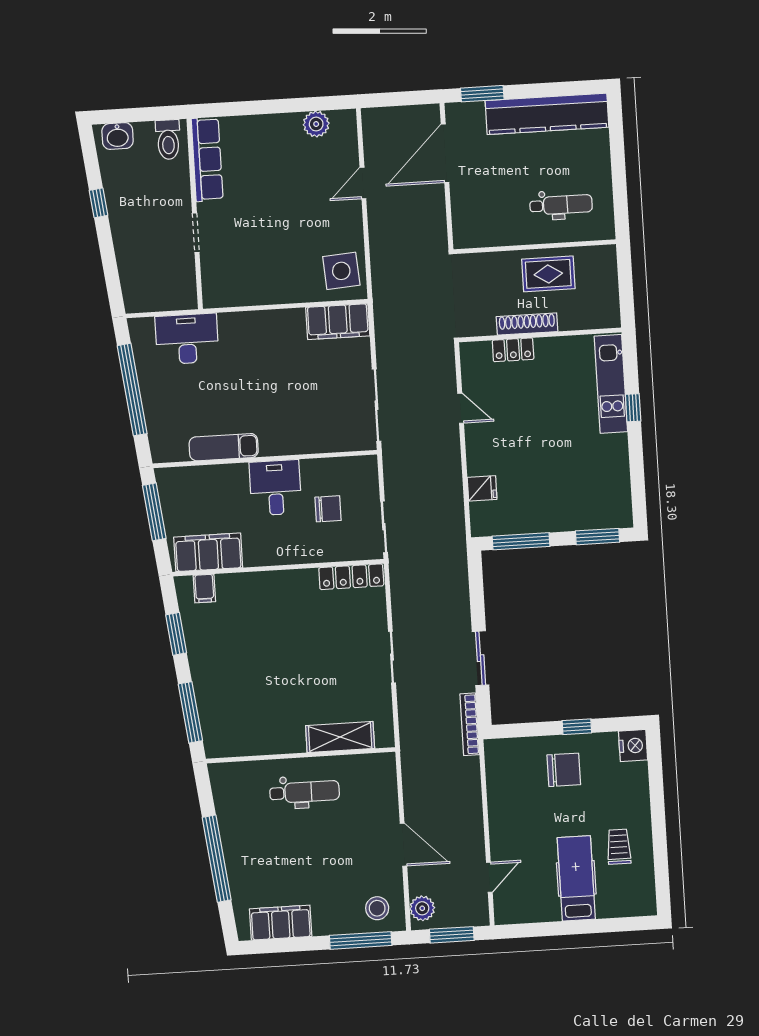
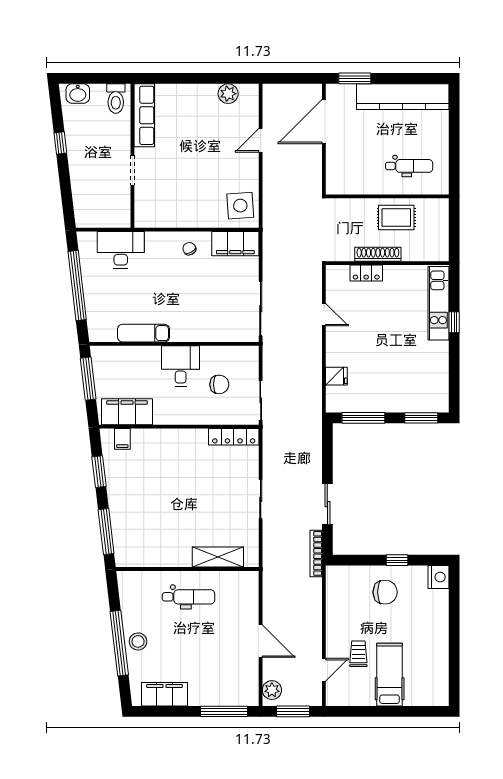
chair: (277, 332) -> (189, 249), added
trolley: (619, 847) -> (358, 654), moved
stool: (377, 908) -> (138, 641), moved

